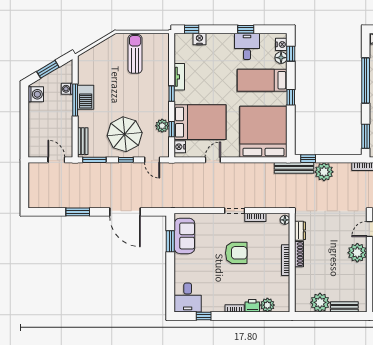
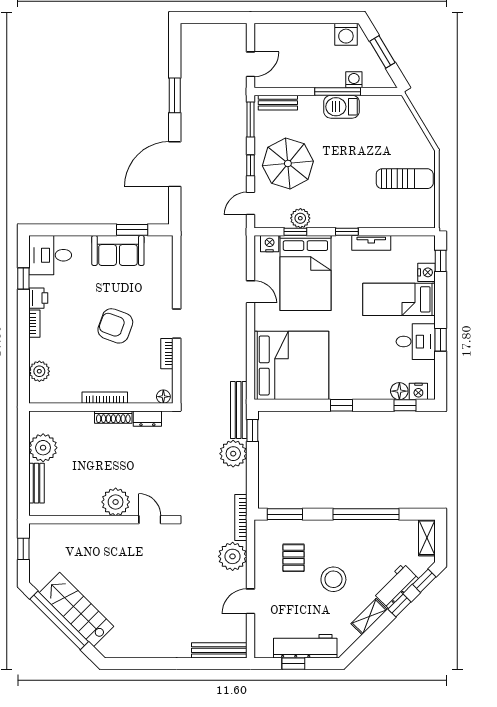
bed: (262, 80) -> (399, 299), moved, turned -90
sofa: (184, 236) -> (118, 250), moved
armchair: (236, 253) -> (115, 326), turned 110
printer: (252, 306) -> (38, 298), moved

